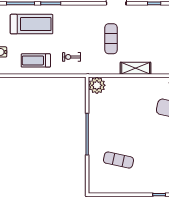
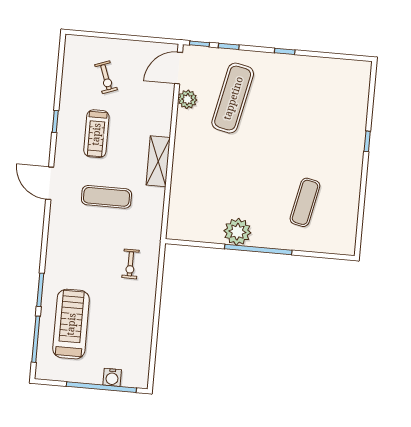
treadmill: (36, 60) -> (96, 134), moved
plant: (97, 85) -> (237, 232), moved

